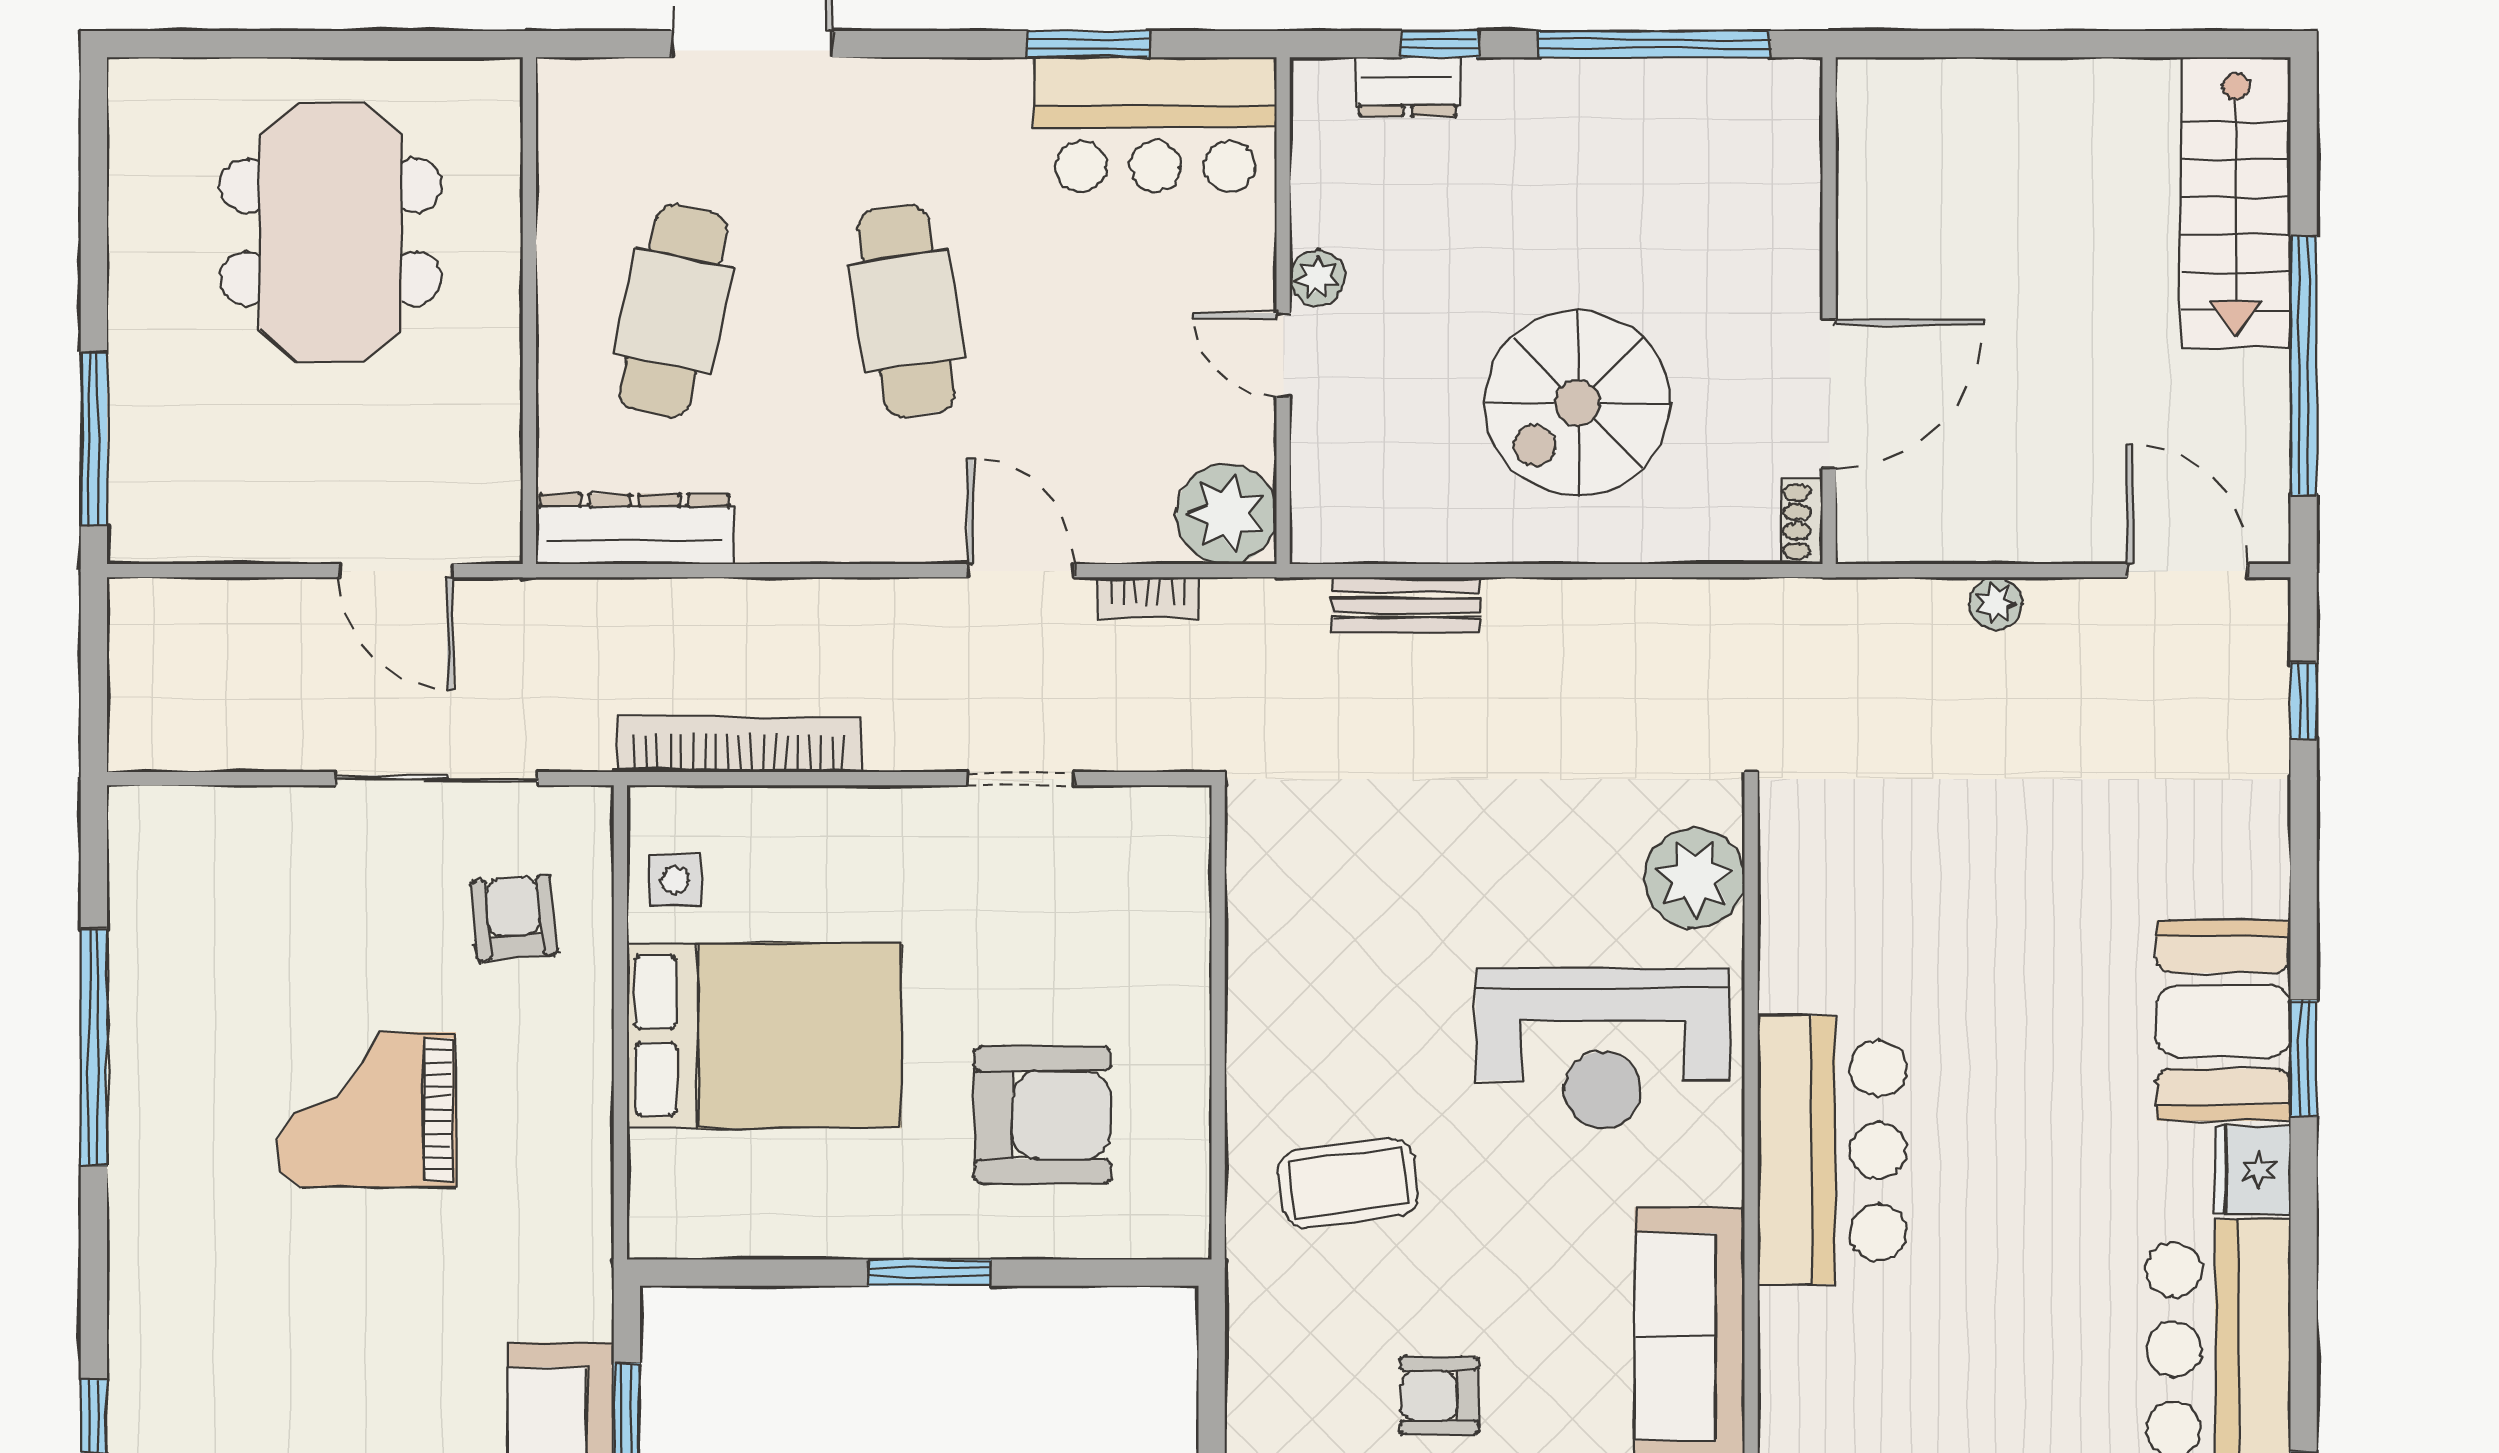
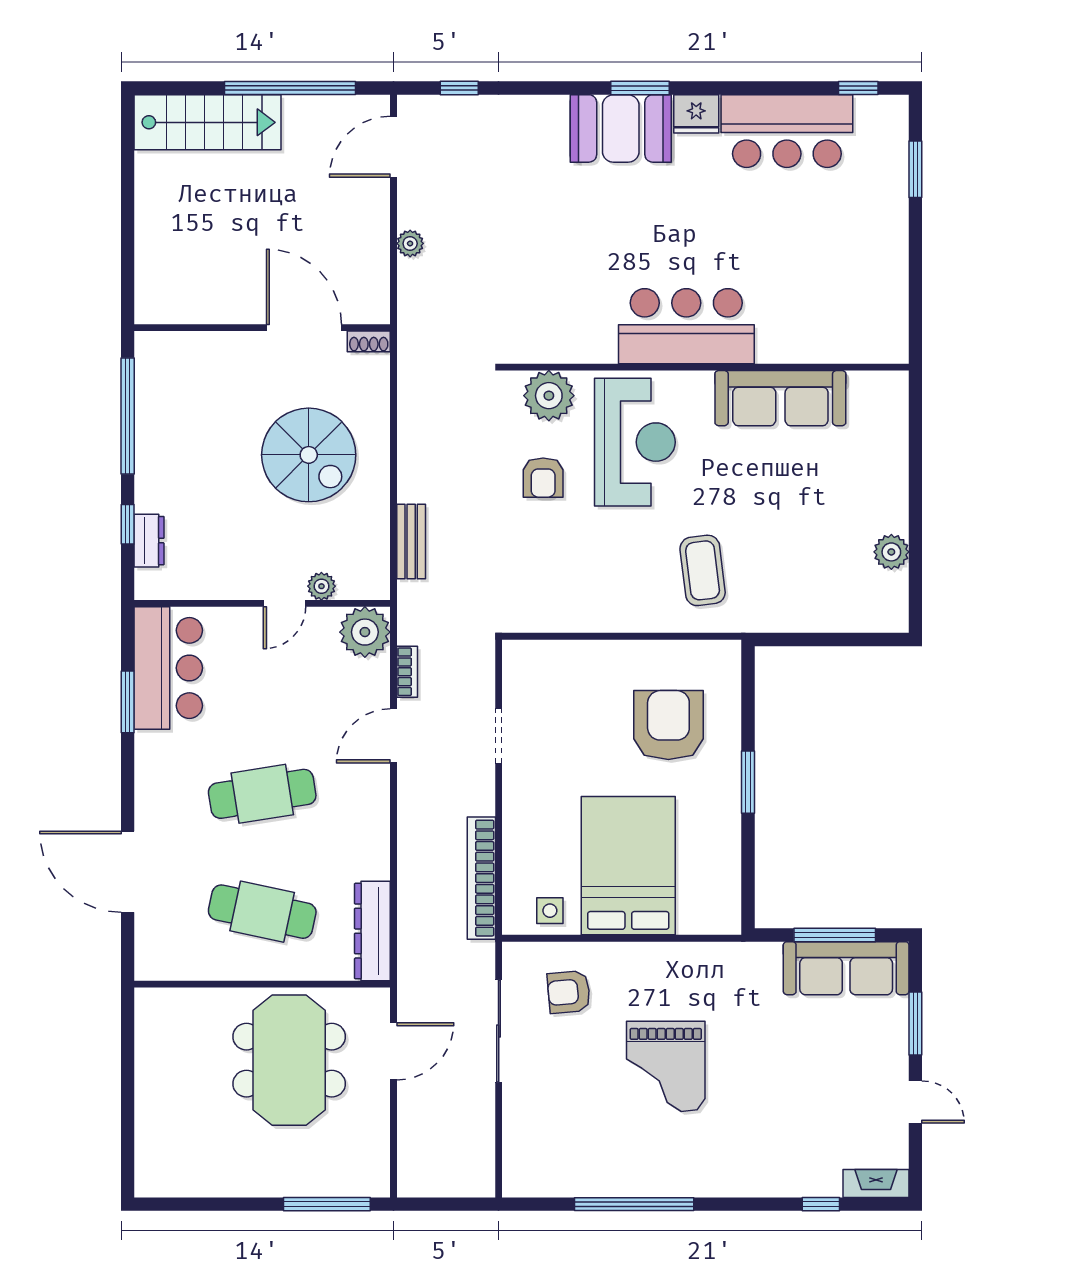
meeting table: (331, 232) -> (289, 1060), moved, turned 90
plant: (1317, 278) -> (321, 586), moved
armchair: (1440, 1396) -> (543, 478), moved

